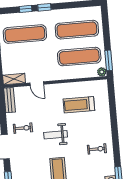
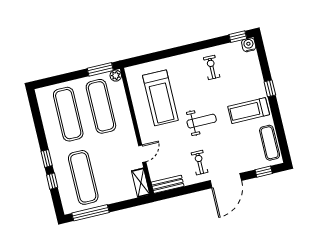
treadmill: (79, 105) -> (160, 98), width x1.37, depth x1.38
weight bench: (56, 135) -> (202, 121), turned -90

